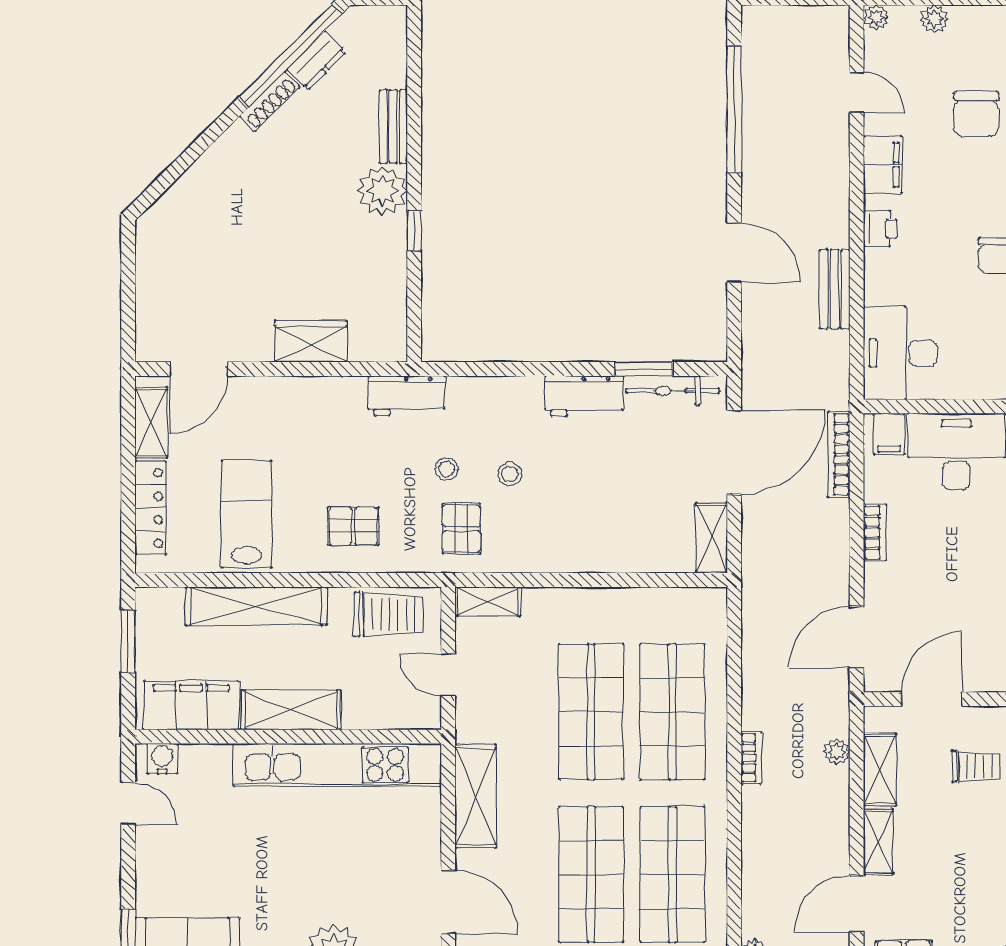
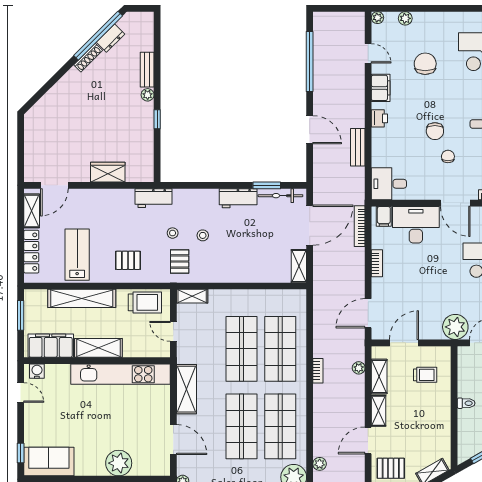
chair: (976, 114) -> (425, 64), turned 180
plant: (382, 191) -> (148, 95), width x0.53, depth x0.53
desk: (900, 353) -> (389, 184), width x0.73

